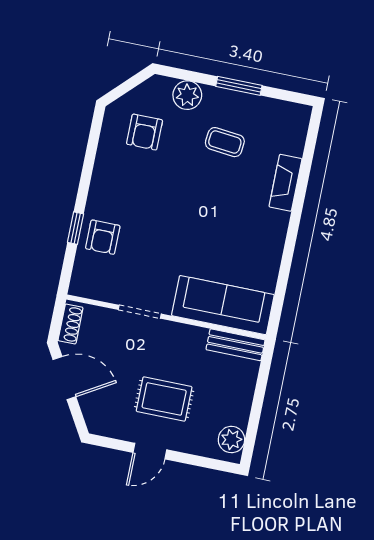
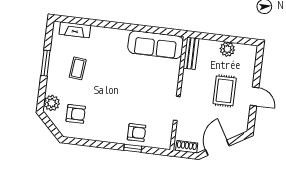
plant: (187, 95) -> (52, 103), moved
fireplace: (285, 183) -> (75, 30), moved
sofa: (223, 305) -> (156, 45), moved, turned -90
plant: (231, 440) -> (227, 49), moved

